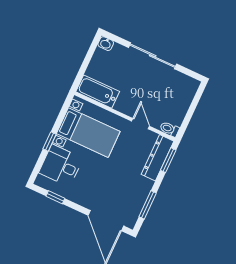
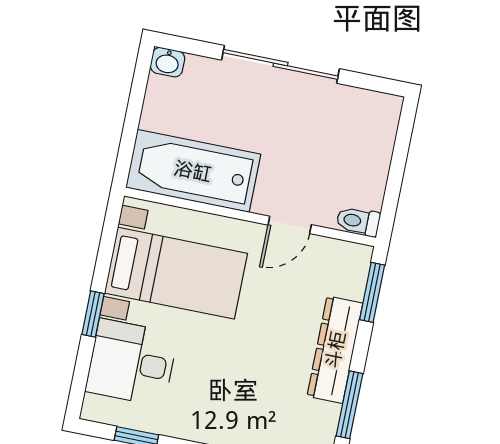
bathtub: (98, 92) -> (193, 171), width x1.36, depth x1.36
door: (141, 124) -> (290, 225), swing flipped
dresser: (157, 158) -> (335, 350), moved

